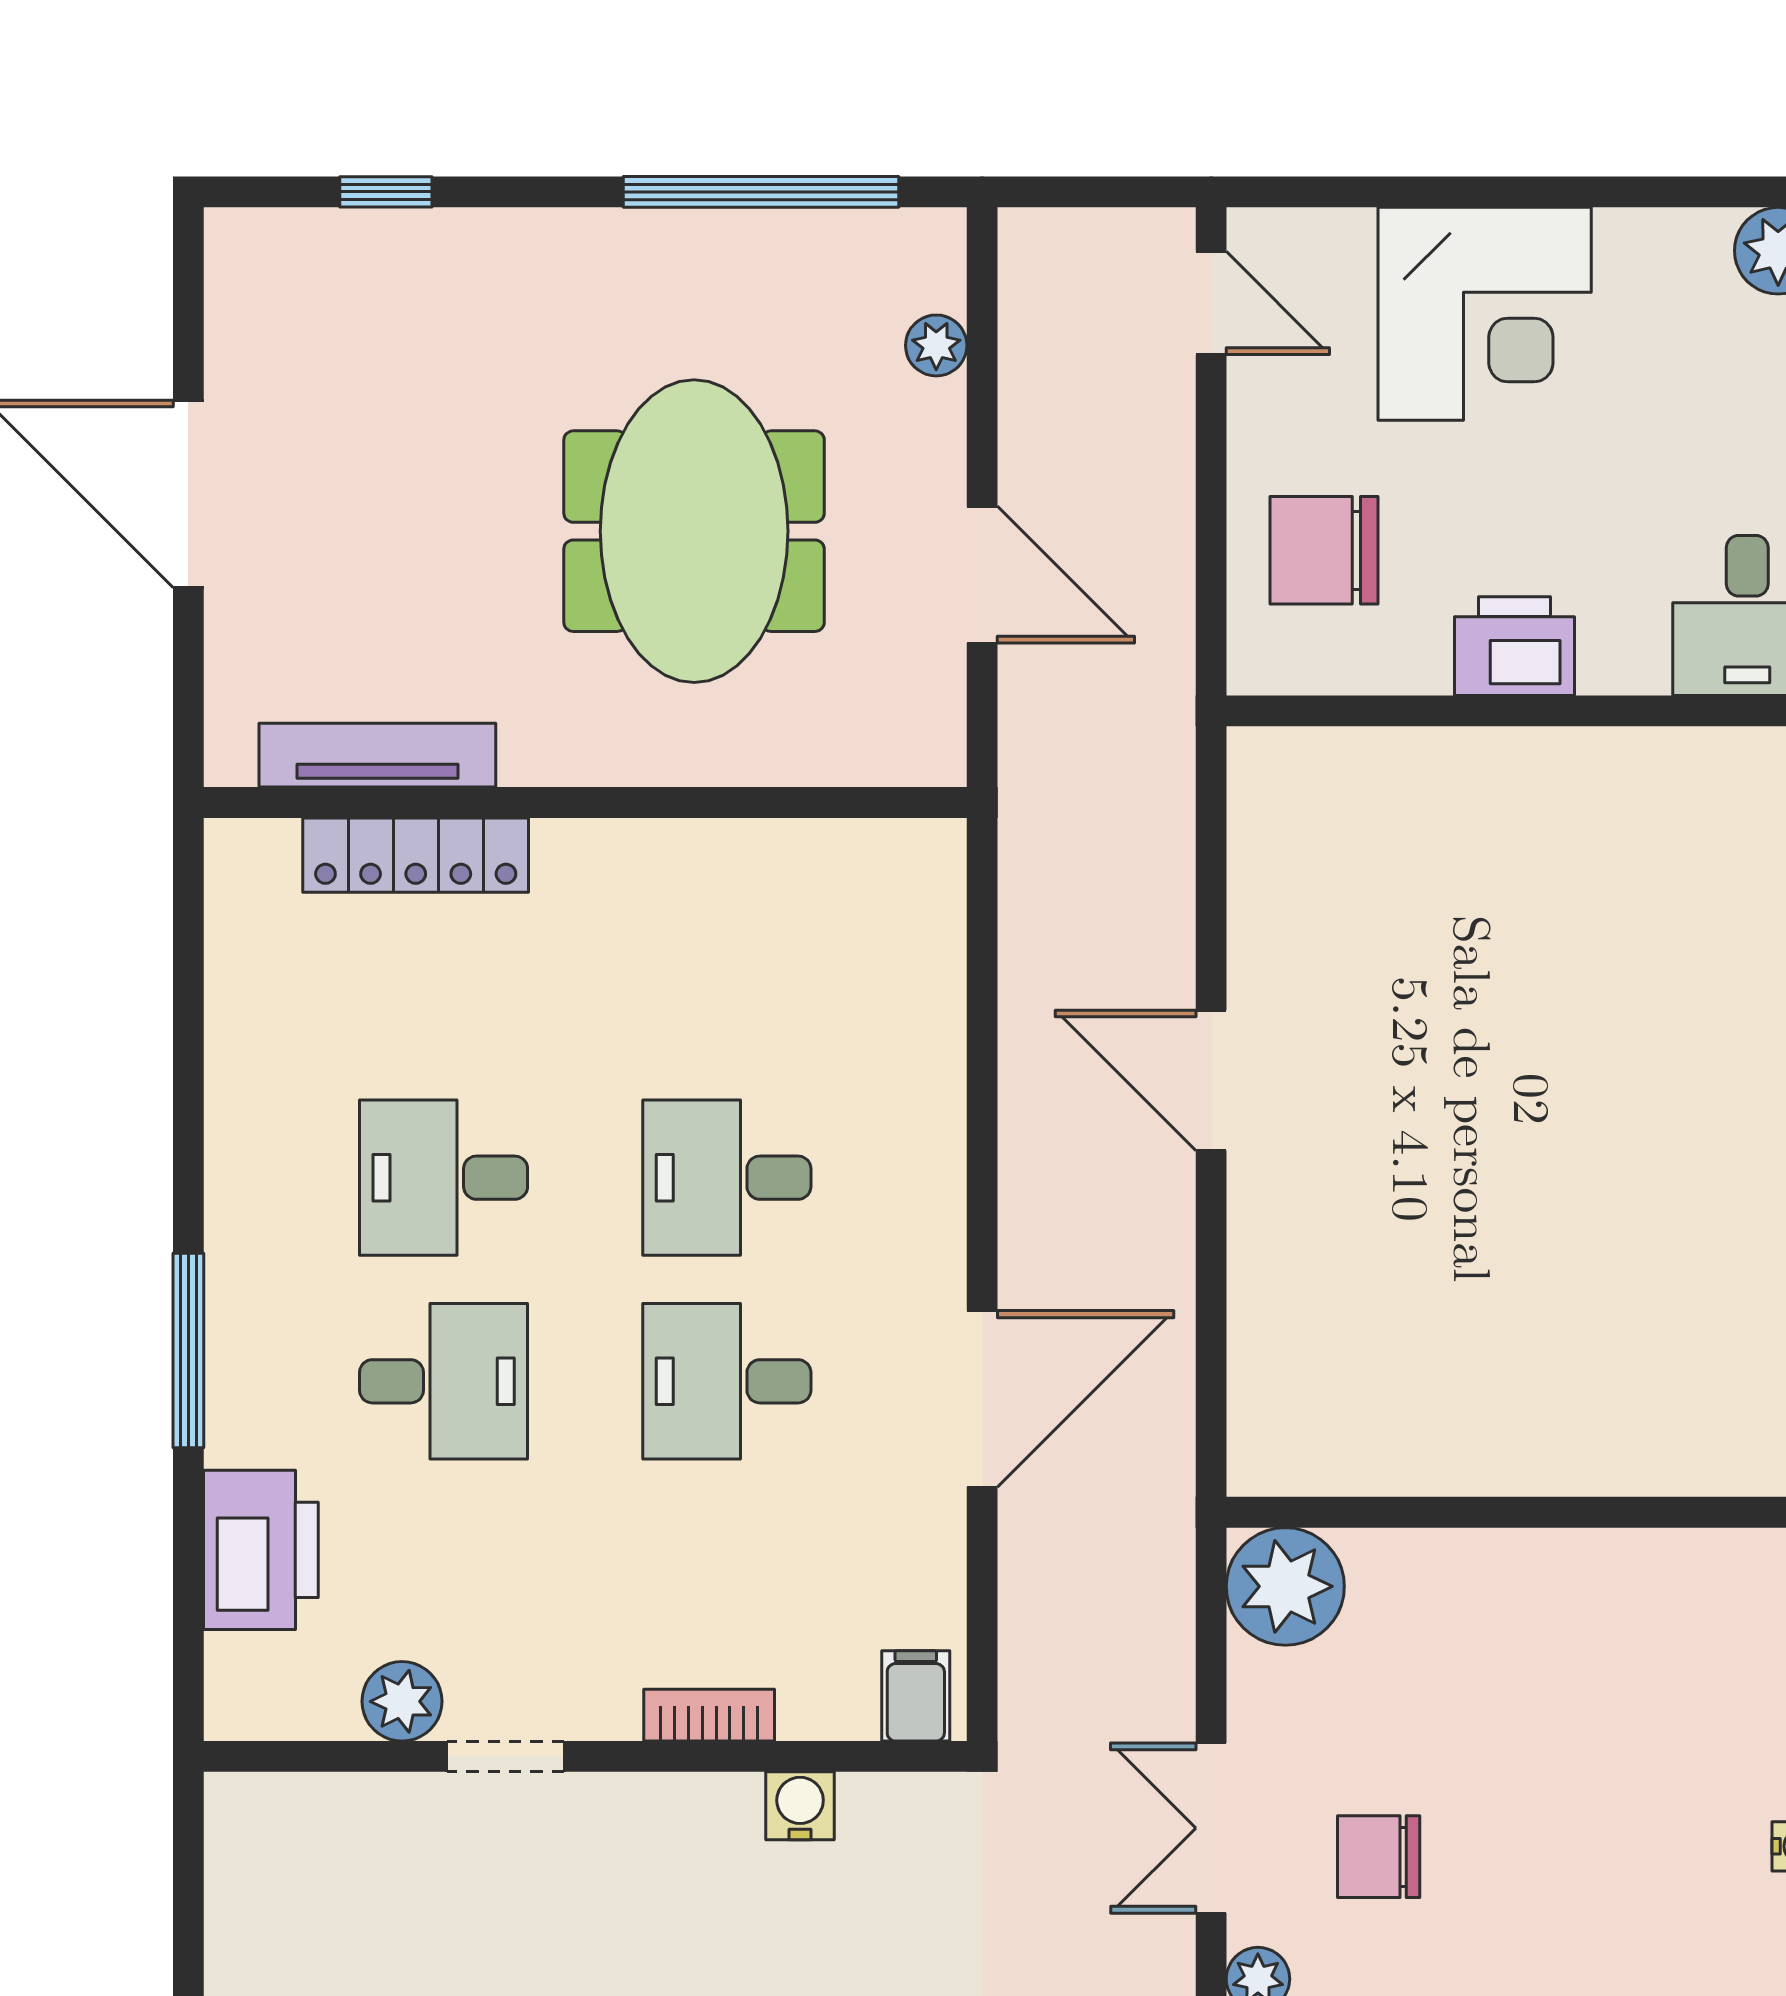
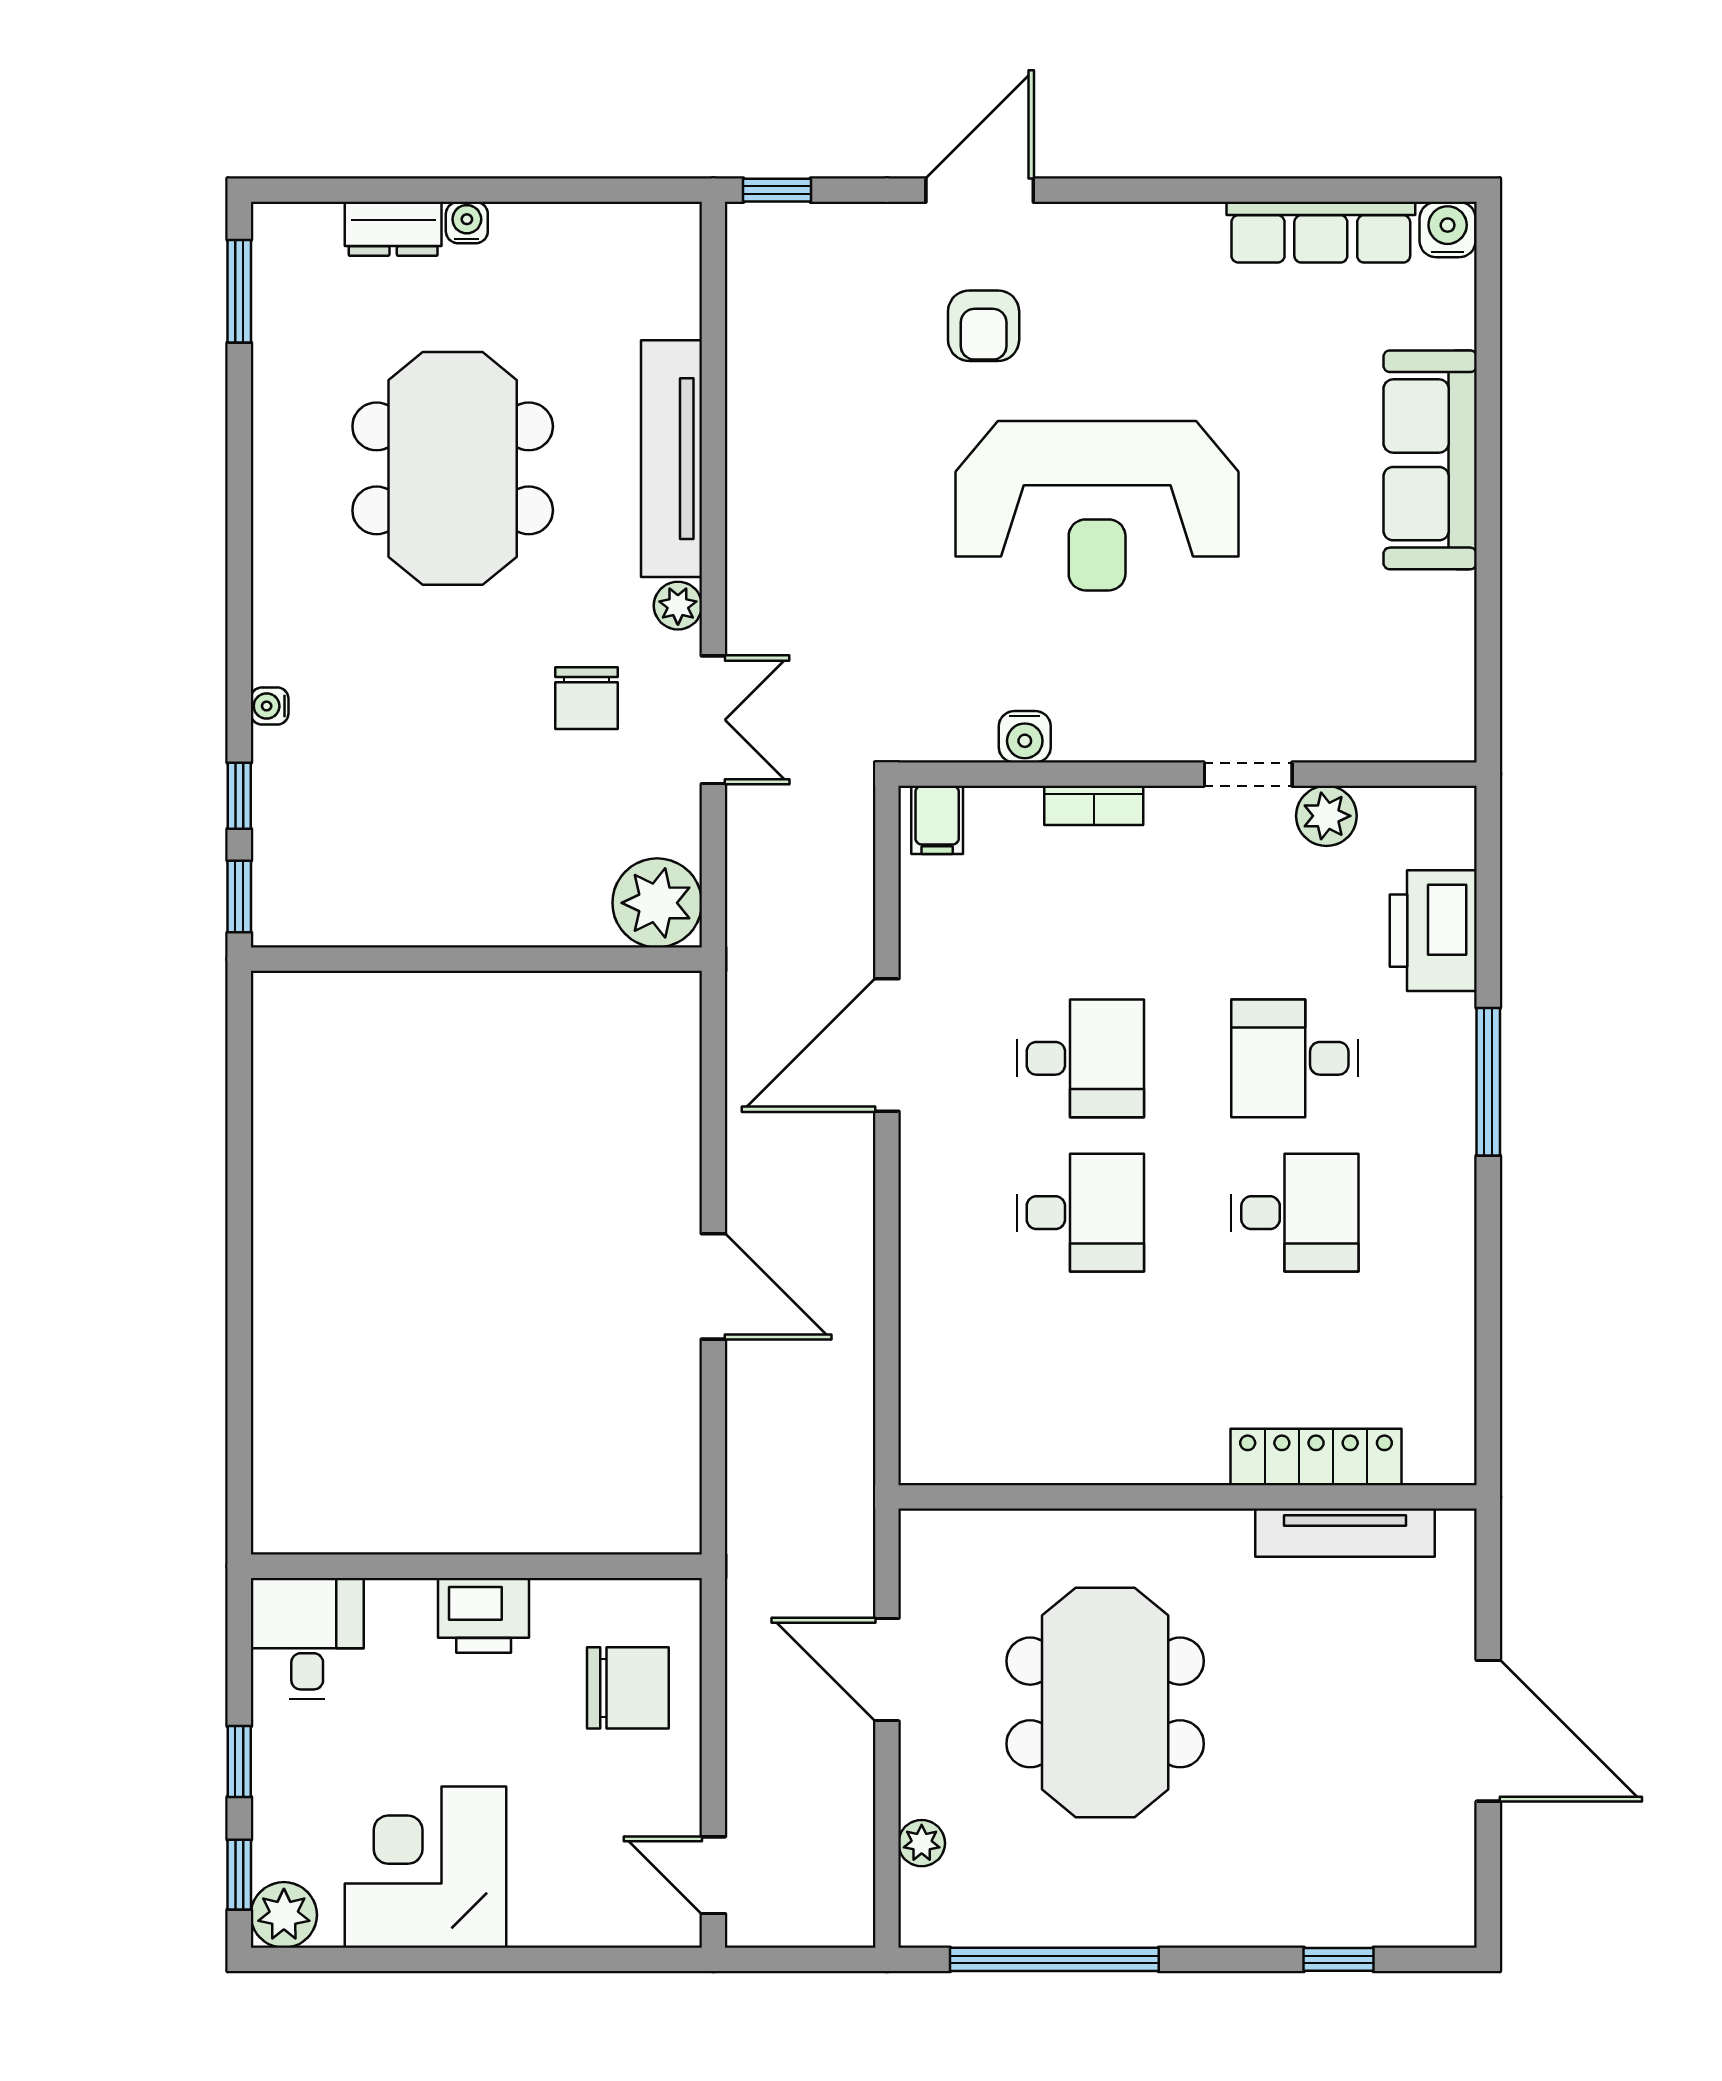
corner desk: (1485, 314) -> (425, 1867), moved
chair: (1379, 1857) -> (586, 698), turned 90

